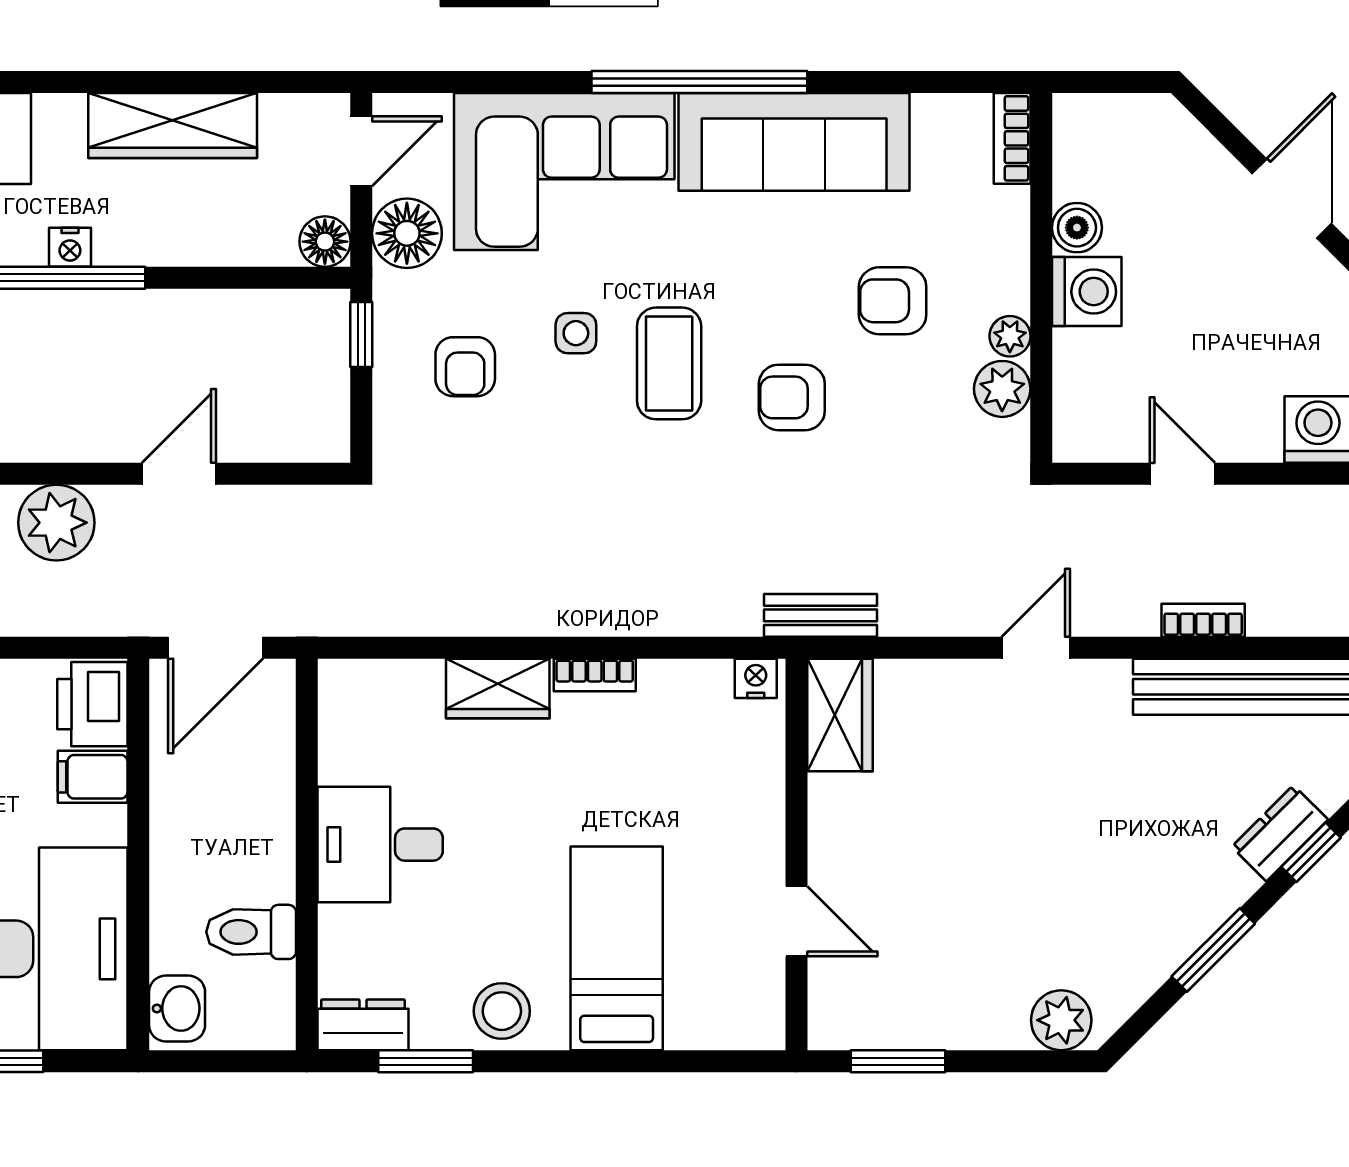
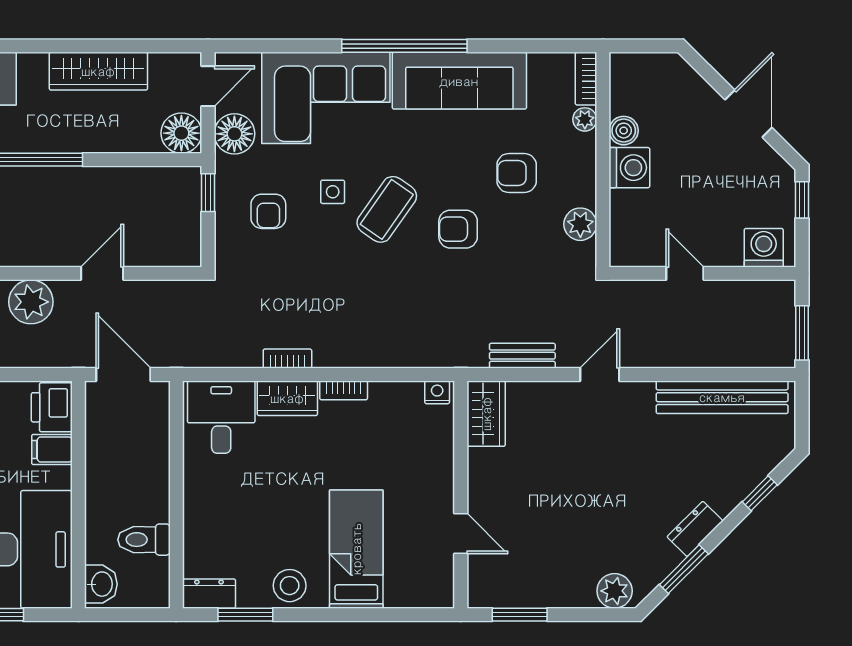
floor lamp: (325, 242) -> (181, 133), width x1.38, depth x1.38
nightstand: (70, 247) -> (39, 142), removed
plant: (1010, 336) -> (585, 119), moved
coffee table: (669, 363) -> (387, 209), turned 35
bench: (821, 615) -> (522, 356), moved
bookcase: (1203, 620) -> (287, 359), moved
door: (216, 648) -> (123, 375), swing flipped
dresser: (1280, 833) -> (695, 529), moved
desk: (380, 845) -> (221, 417), moved, turned 90
window: (1213, 950) -> (684, 569), moved

